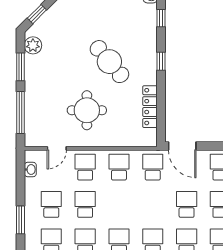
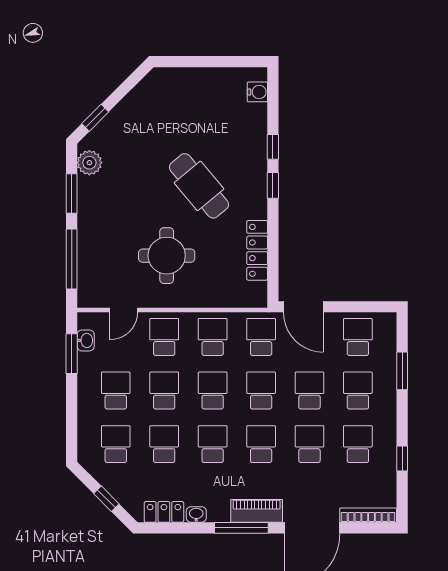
window: (161, 18) -> (273, 147), moved
school desk: (119, 204) -> (213, 391), added
school desk: (153, 204) -> (261, 391), added
window: (20, 220) -> (72, 354), moved

